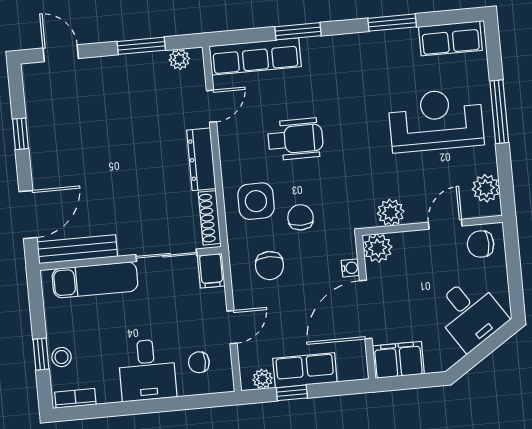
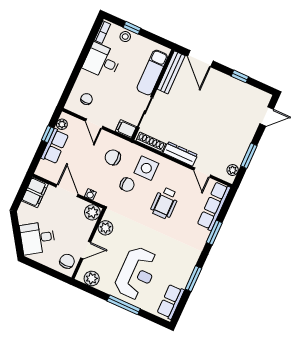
door: (445, 224) -> (86, 250), hinge flipped
door: (366, 309) -> (67, 191), width x0.73
desk: (147, 370) -> (102, 61), moved

